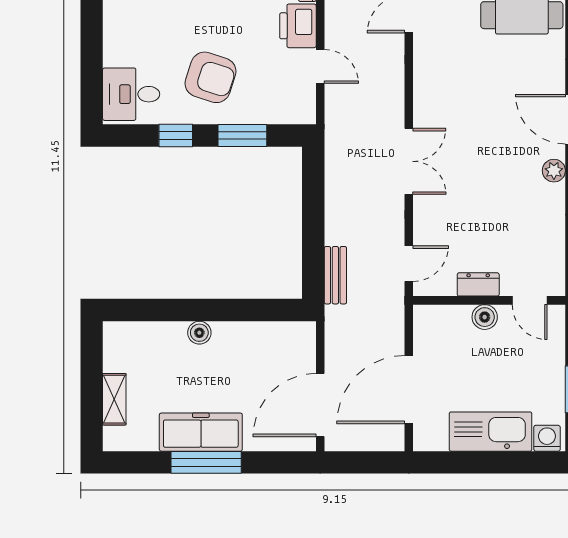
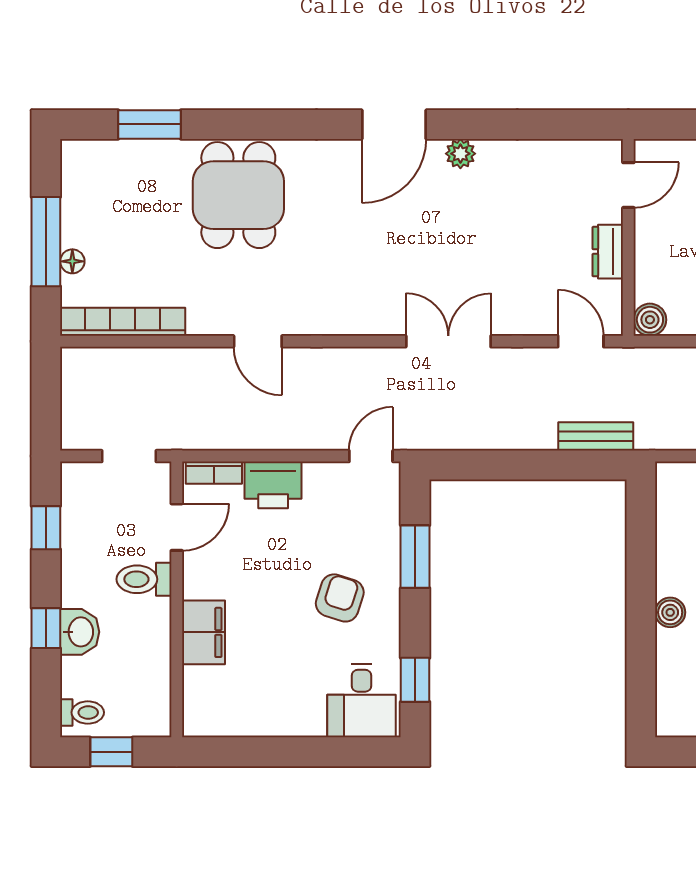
door: (320, 66) -> (371, 456), moved
armchair: (210, 77) -> (340, 598), width x0.72, depth x0.72
window: (176, 136) -> (415, 680), moved
boiler: (485, 317) -> (650, 320), moved

